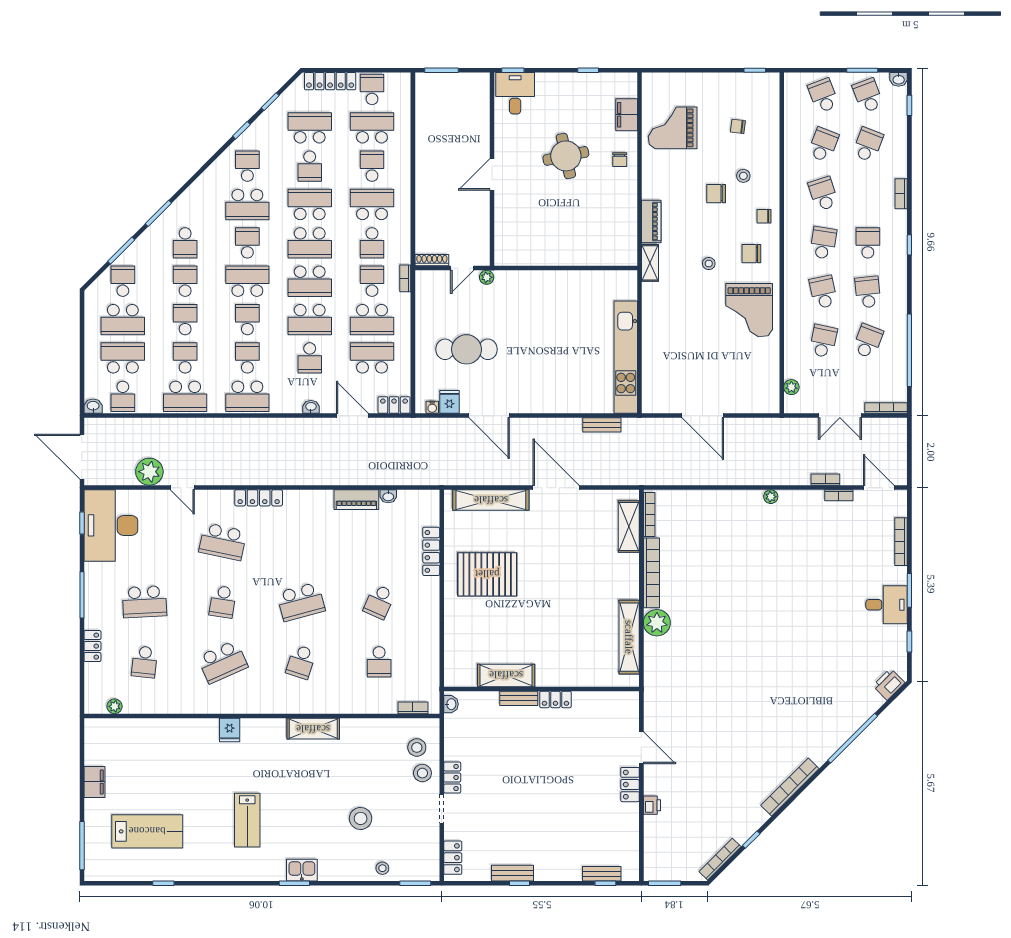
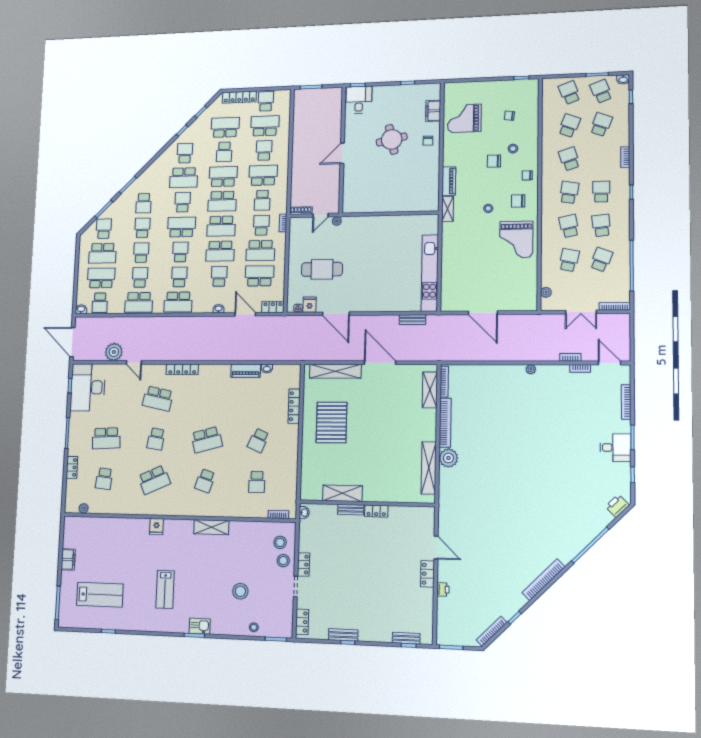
school desk: (310, 358) -> (219, 276), turned 180
pallet: (487, 574) -> (331, 422), turned 90

